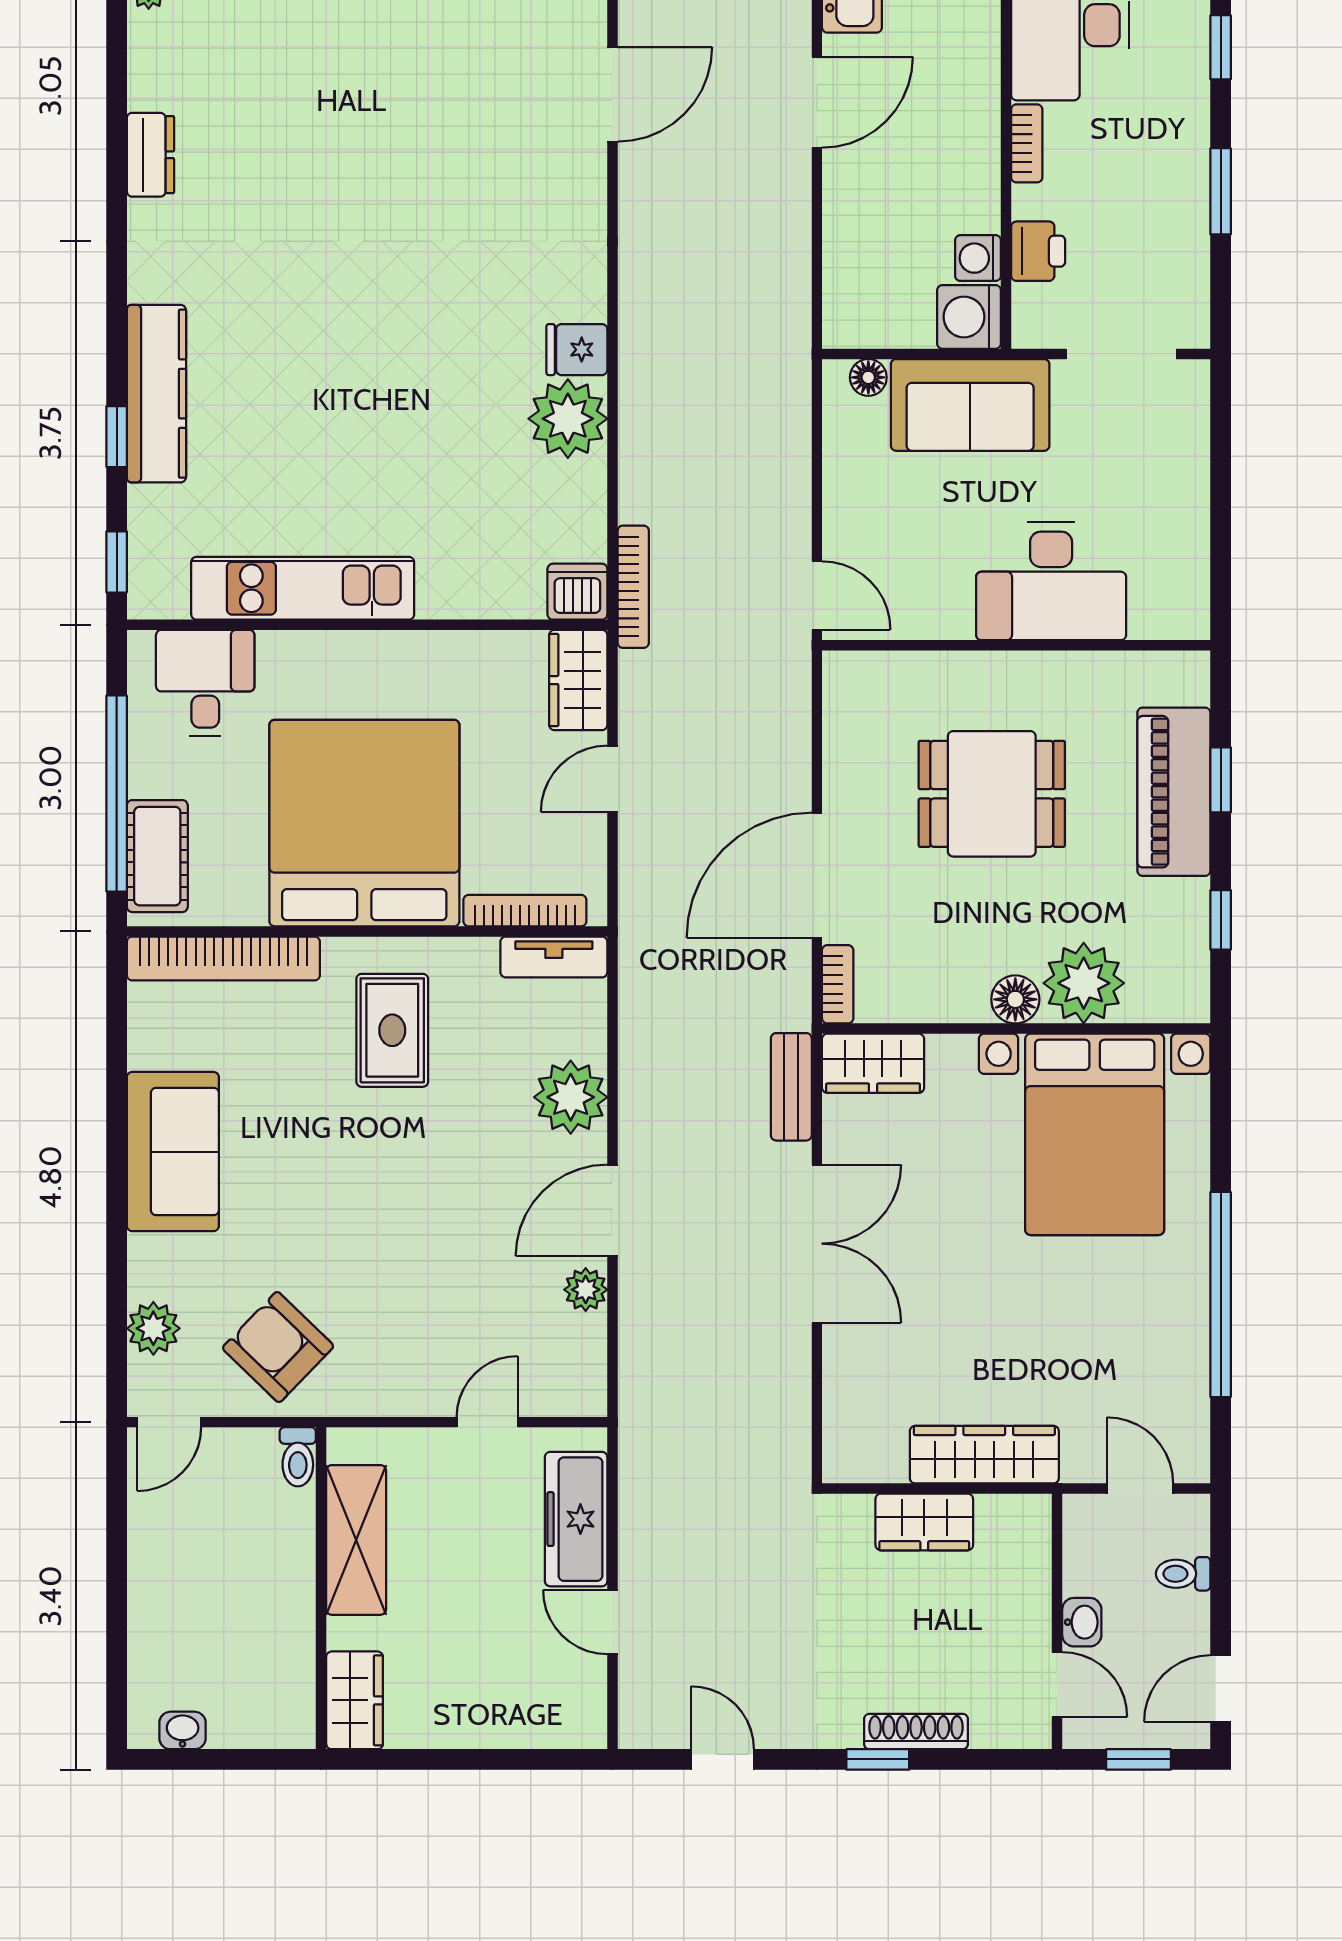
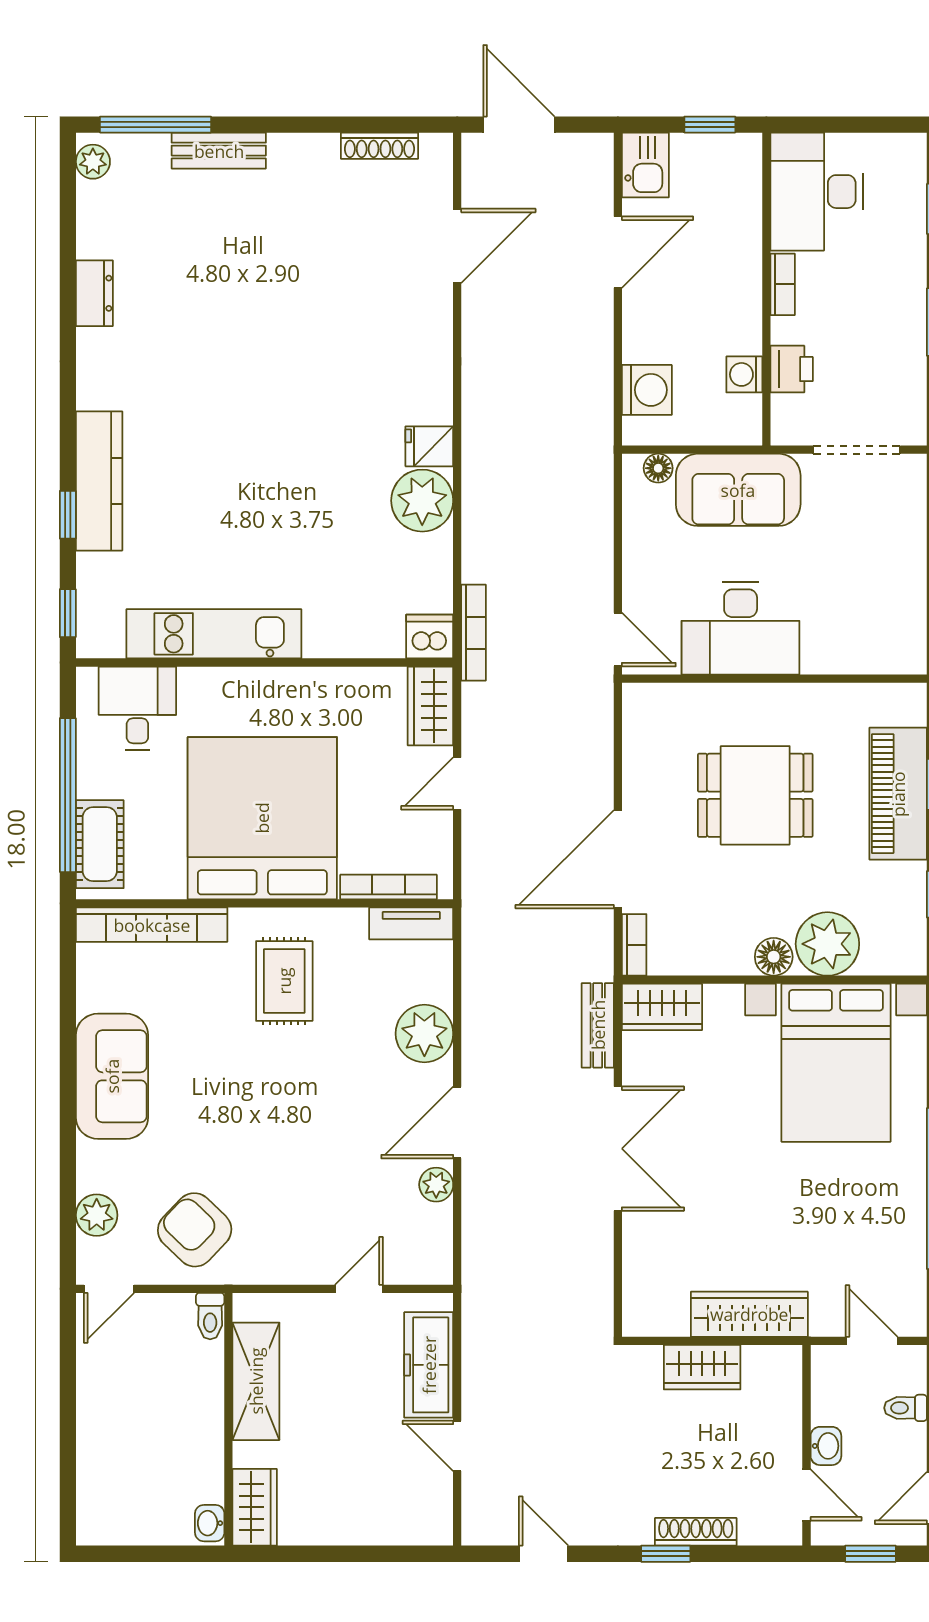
washing machine: (969, 317) -> (647, 390), moved, turned 180
desk: (1051, 581) -> (741, 628), moved
washbasin: (183, 1730) -> (210, 1523), moved, turned -90

